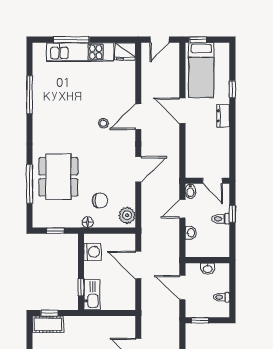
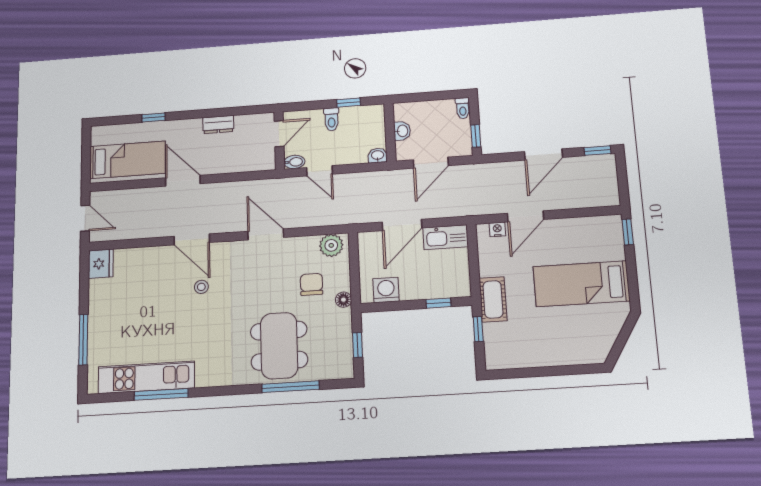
window: (198, 40) -> (86, 167), removed
kitchen unit: (80, 52) -> (146, 377), moved, turned -90
door: (182, 111) -> (183, 181), swing flipped
dresser: (223, 116) -> (218, 125), moved
dining table: (58, 177) -> (279, 346), turned 90
window: (232, 214) -> (349, 103), moved
washbasin: (191, 233) -> (378, 155), moved
kitchen sink: (92, 295) -> (446, 237), moved, turned 180
toilet: (221, 297) -> (463, 108), moved
window: (49, 313) -> (478, 329), moved
cot: (48, 324) -> (493, 299), moved
nightstand: (130, 331) -> (497, 229), added

